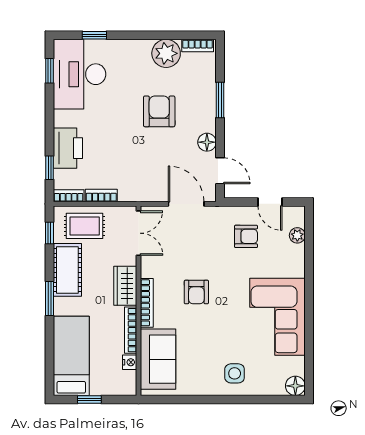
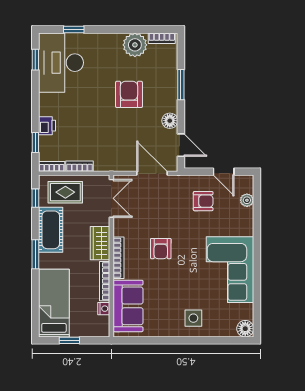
printer: (68, 148) -> (47, 126), width x0.53, depth x0.68

